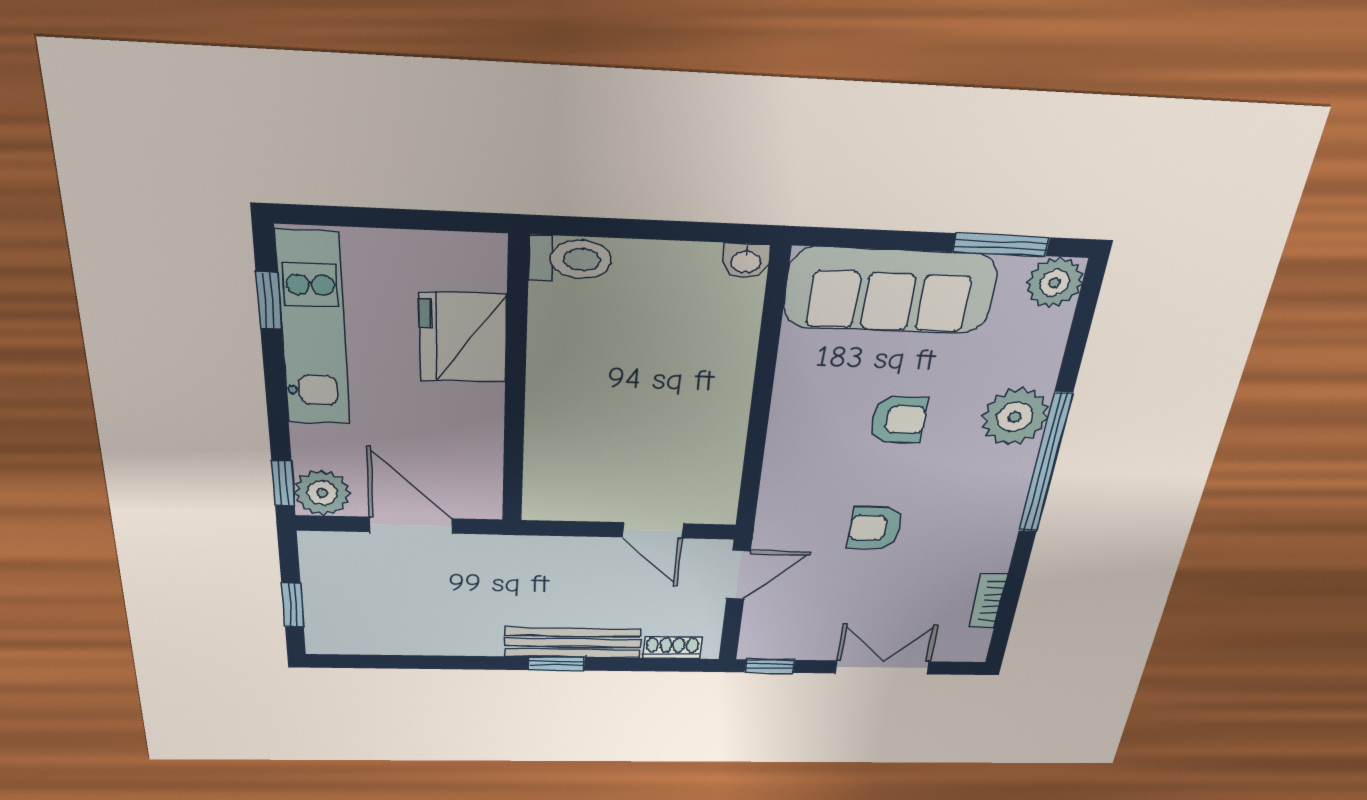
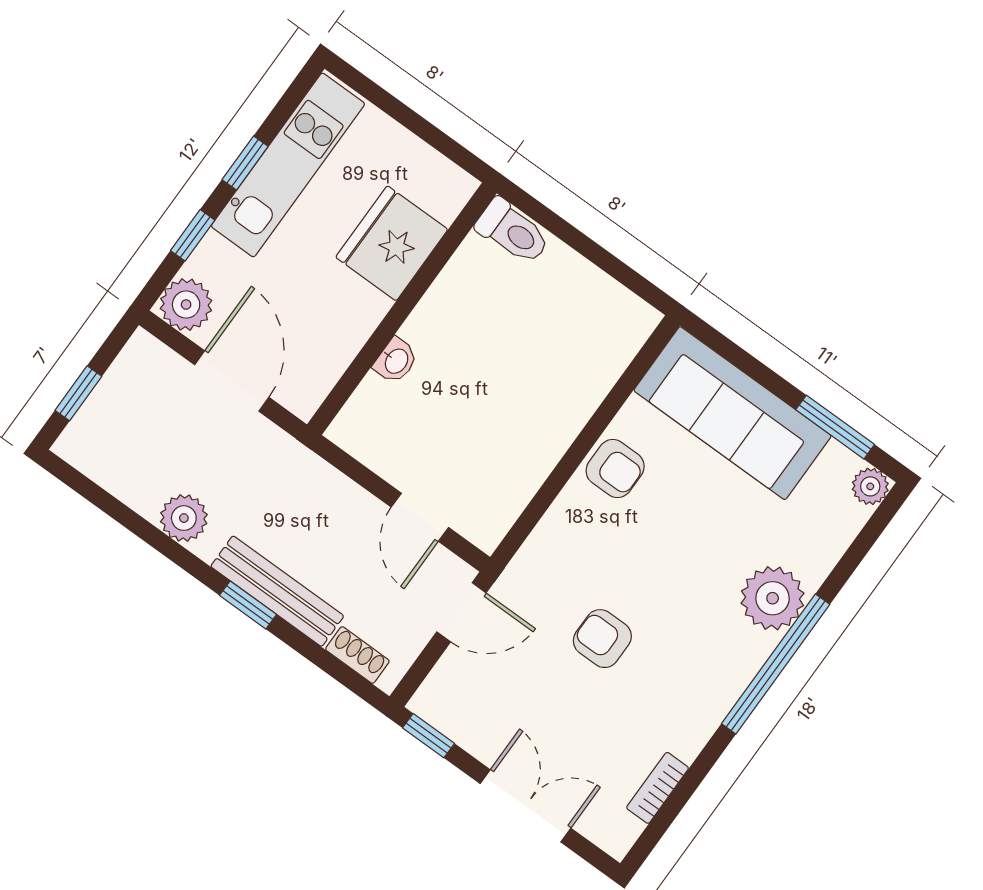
washbasin: (746, 261) -> (396, 361), moved, turned -90
plant: (1055, 283) -> (870, 486), width x0.73, depth x0.73
window: (269, 300) -> (245, 163), moved
armchair: (898, 419) -> (615, 468), moved
window: (283, 483) -> (193, 235), moved
plant: (455, 638) -> (184, 518), added

